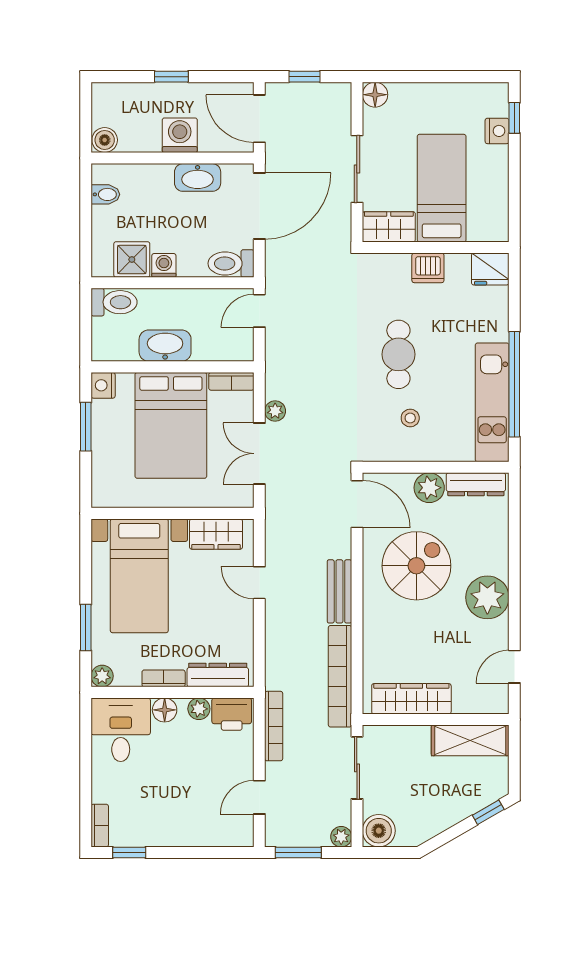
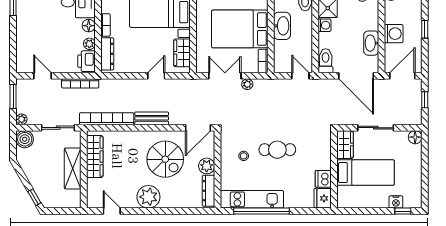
dishwasher: (428, 268) -> (323, 179), moved
shelving: (470, 740) -> (73, 168), moved

